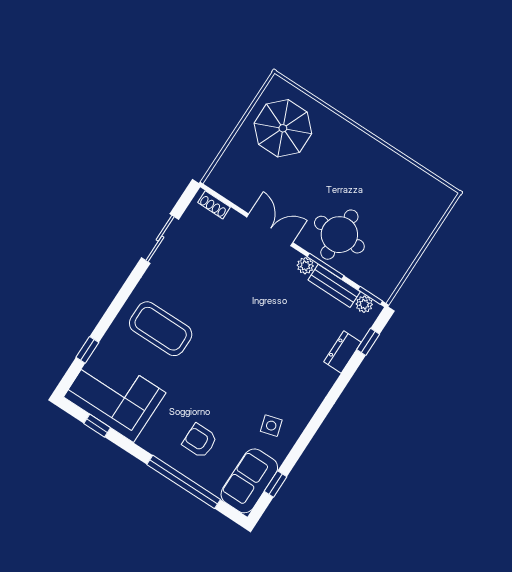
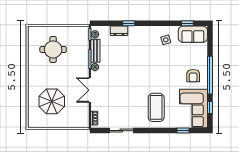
parasol: (283, 128) -> (52, 101), moved
round table: (339, 235) -> (53, 49), moved
window: (368, 342) -> (129, 23), moved
armchair: (200, 441) -> (193, 76), moved
window: (184, 482) -> (210, 75), moved

